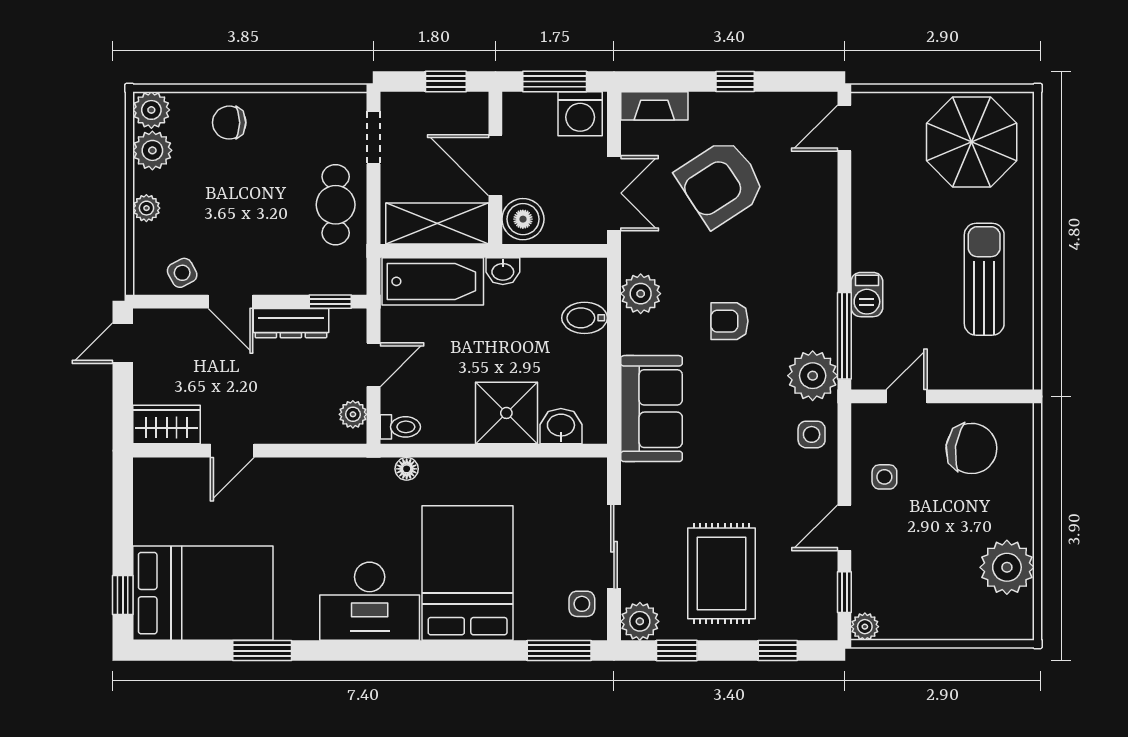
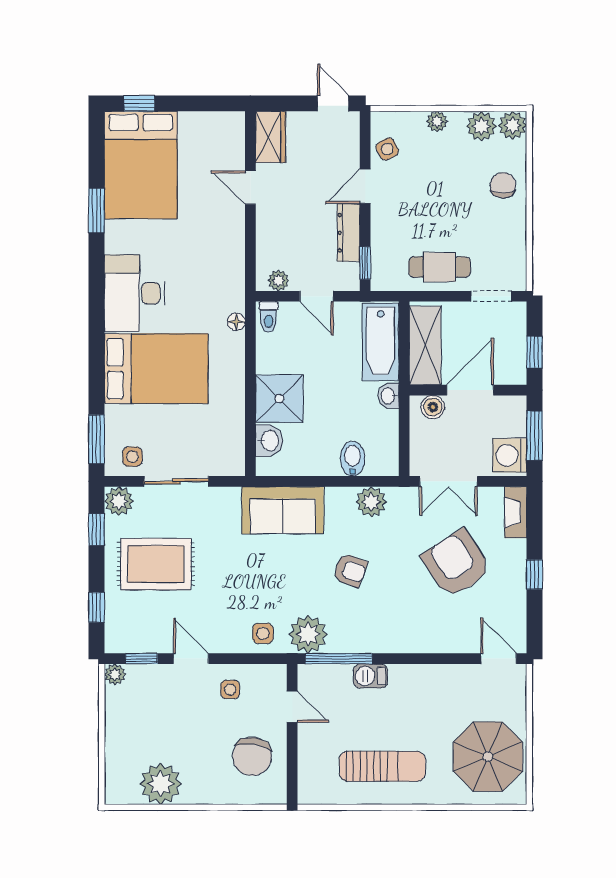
boiler: (523, 219) -> (433, 407), width x0.73, depth x0.73
armchair: (730, 321) -> (350, 570), turned 110

